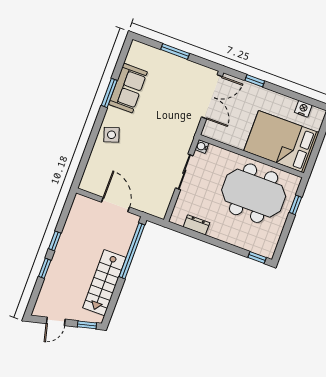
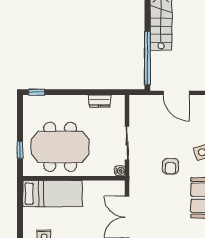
armchair: (149, 132) -> (170, 166), added
bed: (281, 142) -> (53, 194), width x0.67

